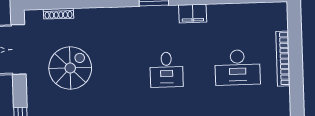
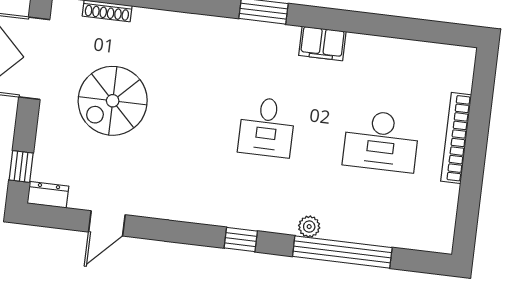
spiral stairs: (70, 68) -> (113, 101), turned 180

